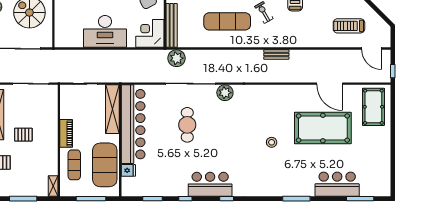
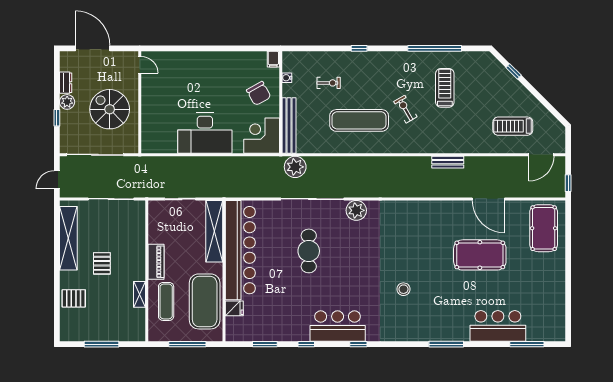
door: (372, 49) -> (541, 155), hinge flipped
bench: (276, 54) -> (448, 162), moved
pool table: (323, 128) -> (480, 255), width x0.73, depth x0.76
pallet: (23, 135) -> (102, 263), turned 90
stool: (272, 142) -> (403, 289), moved
shelving: (53, 186) -> (139, 294), moved

